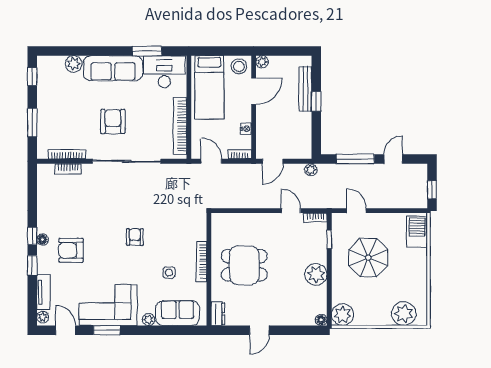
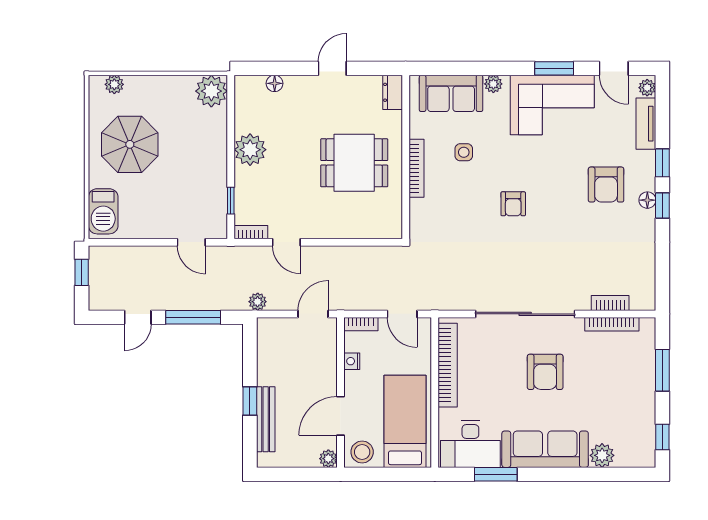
armchair: (71, 250) -> (606, 185), turned 90
parasol: (368, 258) -> (130, 144), moved
plant: (404, 314) -> (114, 84), width x0.53, depth x0.53
floor lamp: (321, 320) -> (275, 83), moved

